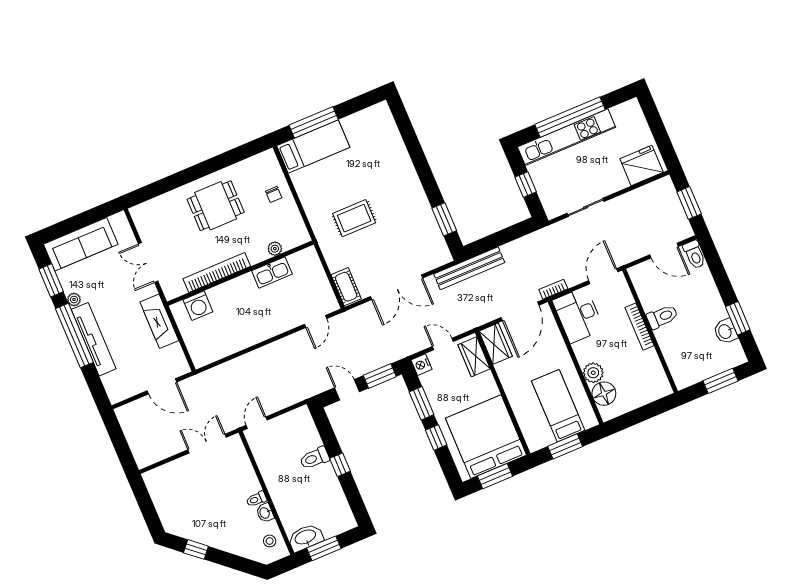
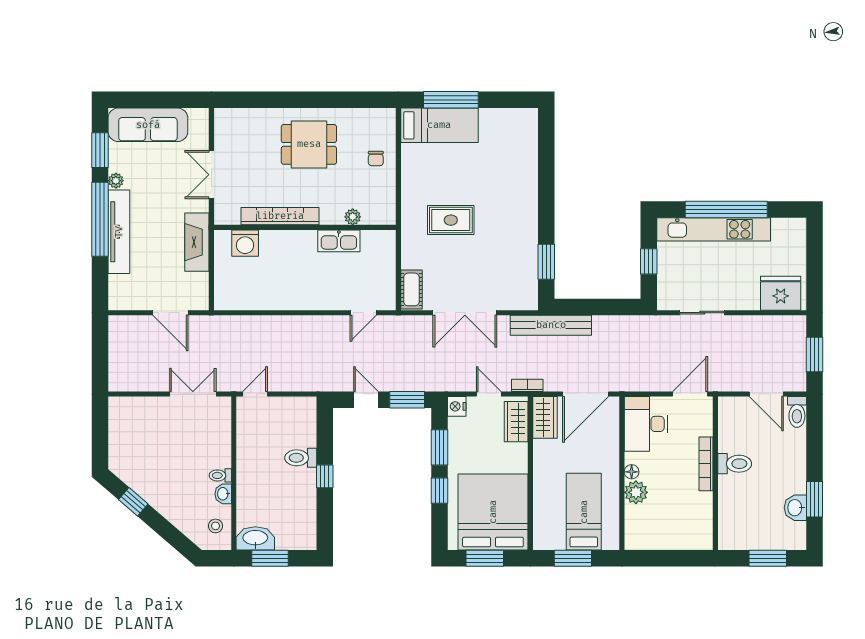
bookcase: (553, 289) -> (527, 385), moved
floor lamp: (604, 394) -> (632, 472), moved, width x0.53, depth x0.53

